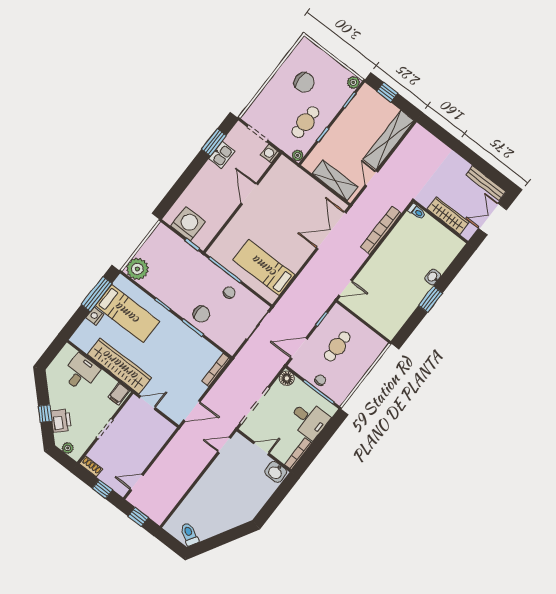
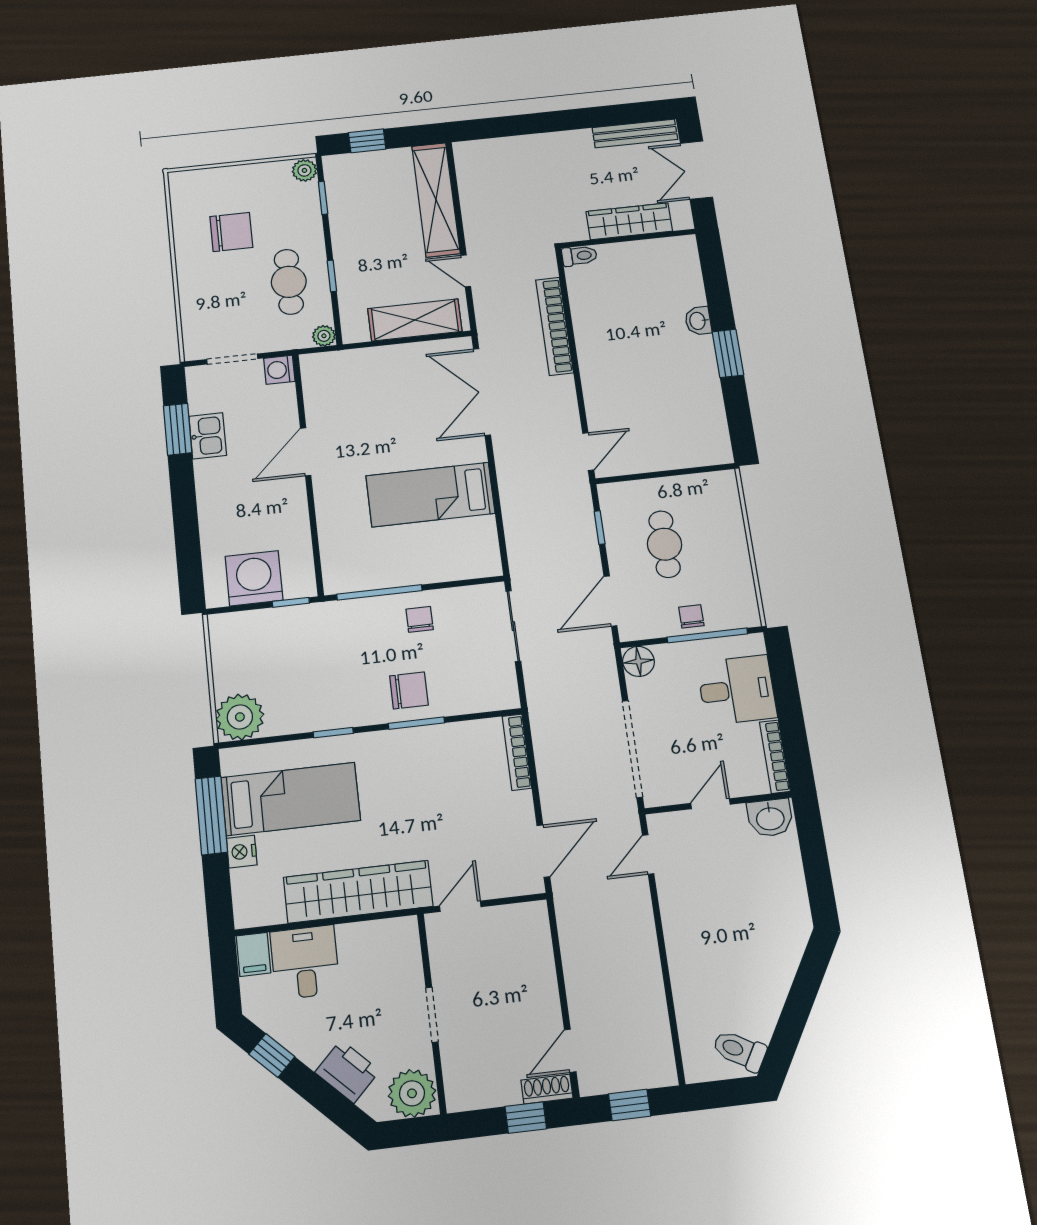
door: (249, 194) -> (306, 452), hinge flipped
bed: (264, 267) -> (430, 495), moved
filing cabinet: (119, 394) -> (253, 954), moved
window: (45, 414) -> (272, 1055), moved
plant: (68, 448) -> (412, 1093), width x1.88, depth x1.88
shoe rack: (91, 466) -> (547, 1089), moved

